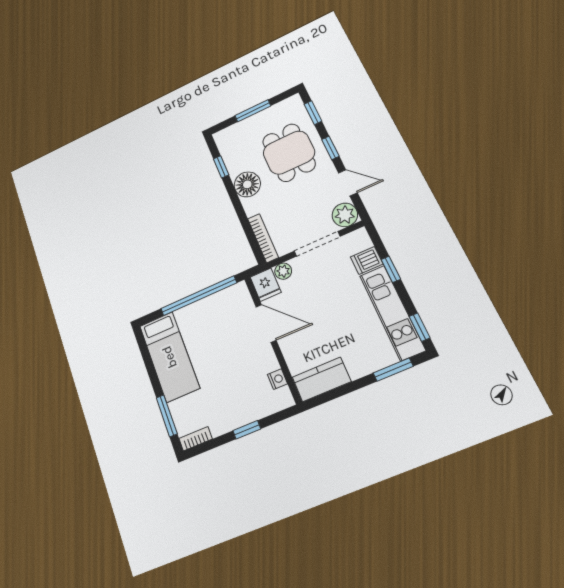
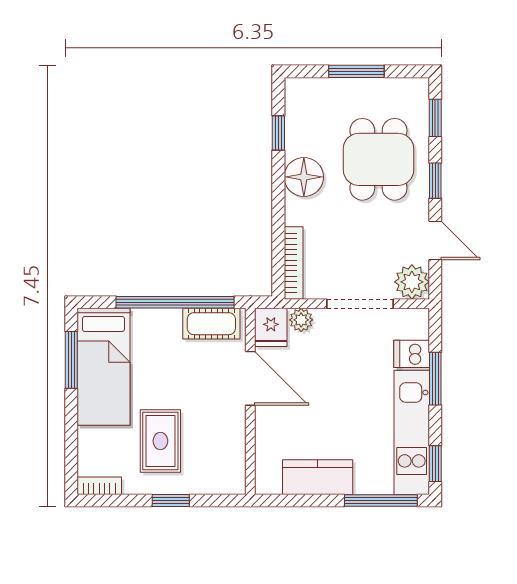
window: (391, 269) -> (435, 379), width x1.50
cot: (227, 299) -> (211, 324), added
window: (393, 370) -> (381, 501), width x1.44
nightstand: (277, 379) -> (235, 454), removed
kitchen counter: (321, 379) -> (318, 477), moved
rug: (224, 391) -> (160, 441), added
window: (167, 416) -> (71, 360), moved

